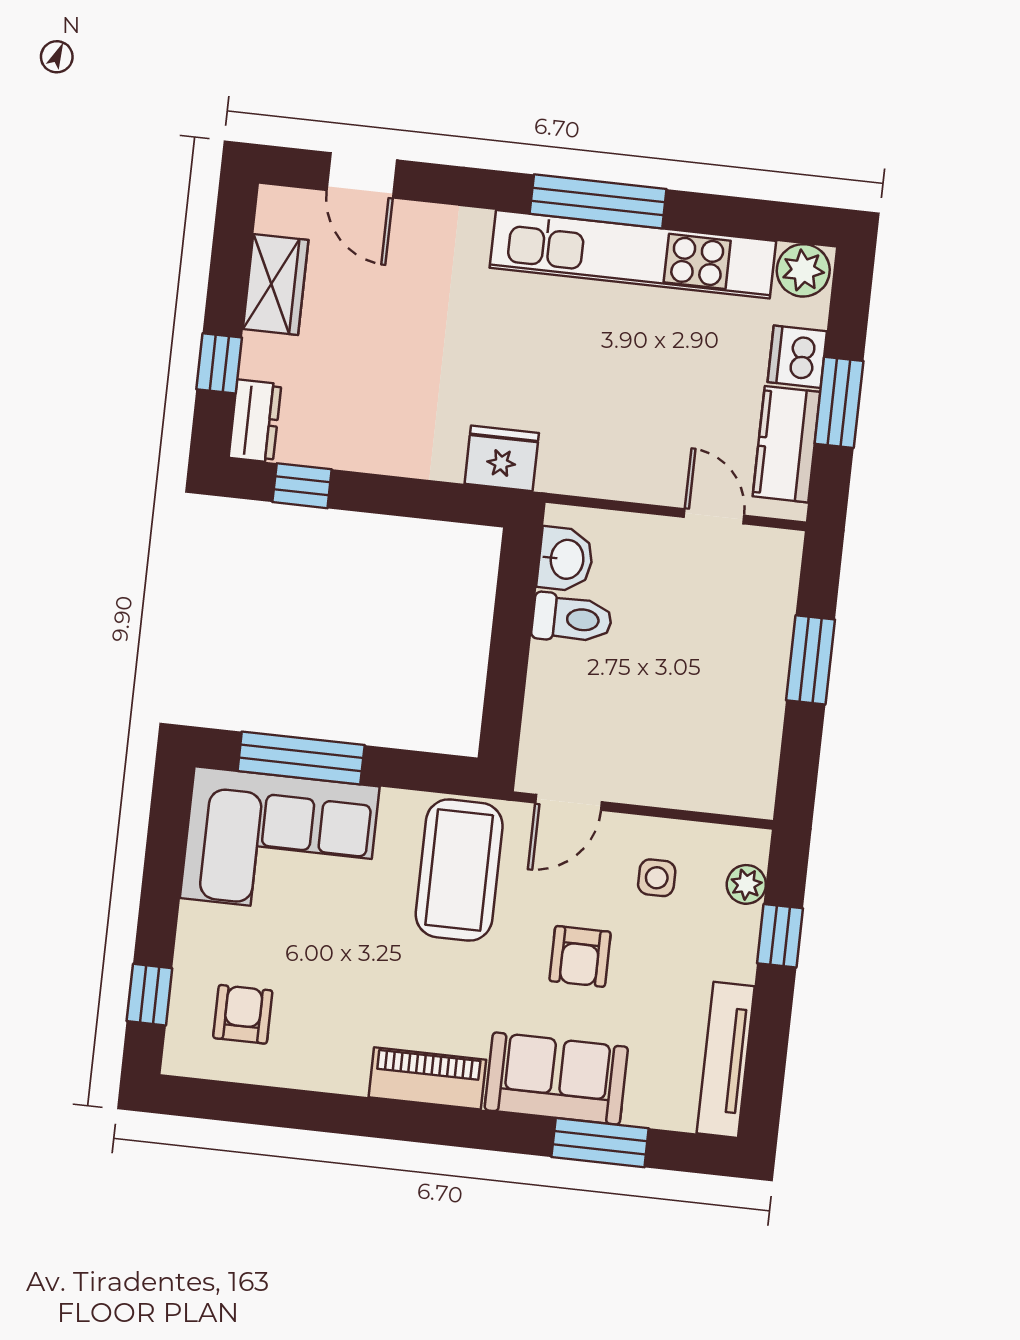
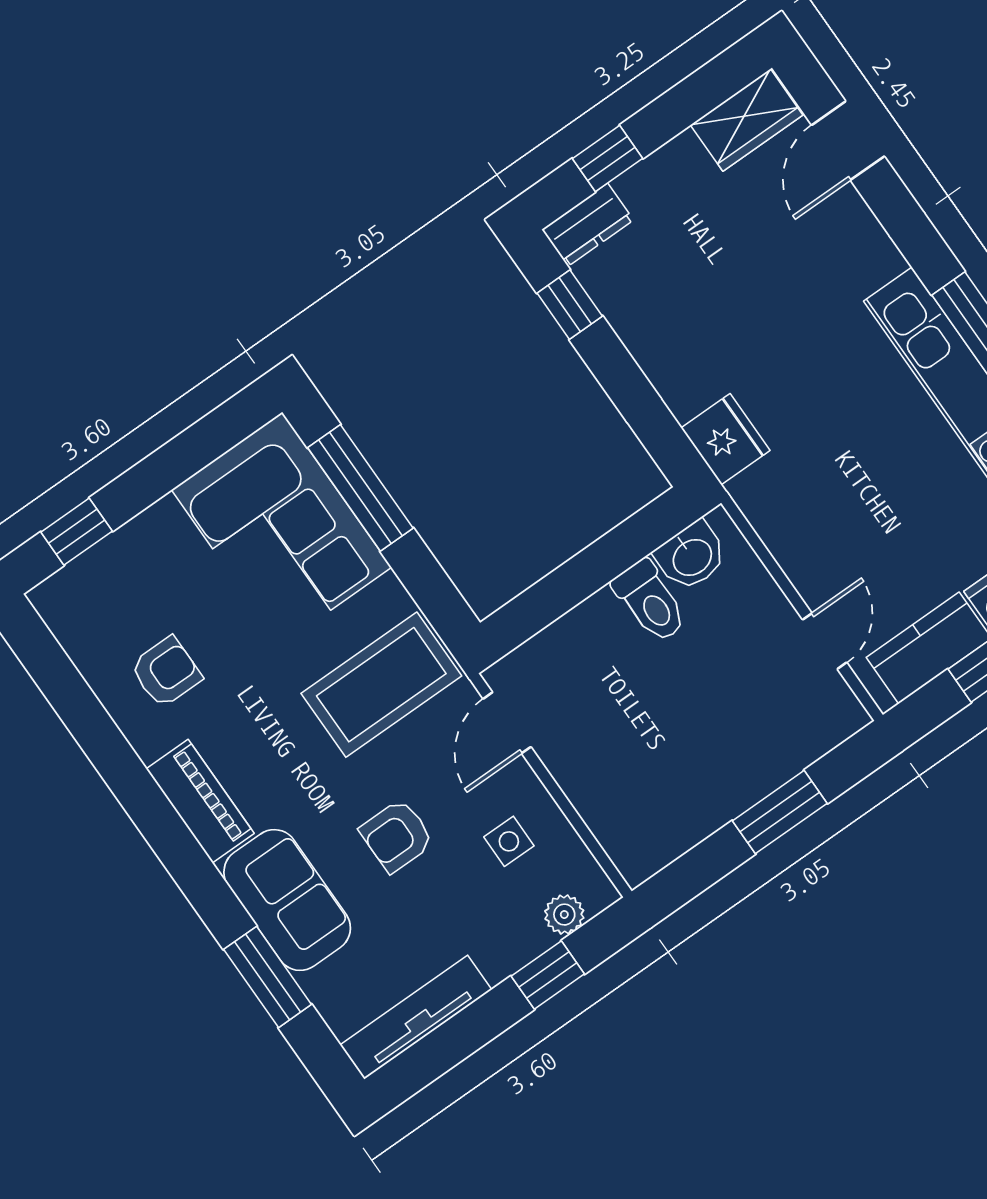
wardrobe: (276, 284) -> (747, 120), moved
door: (569, 802) -> (507, 723), hinge flipped
armchair: (243, 1014) -> (166, 672), moved

